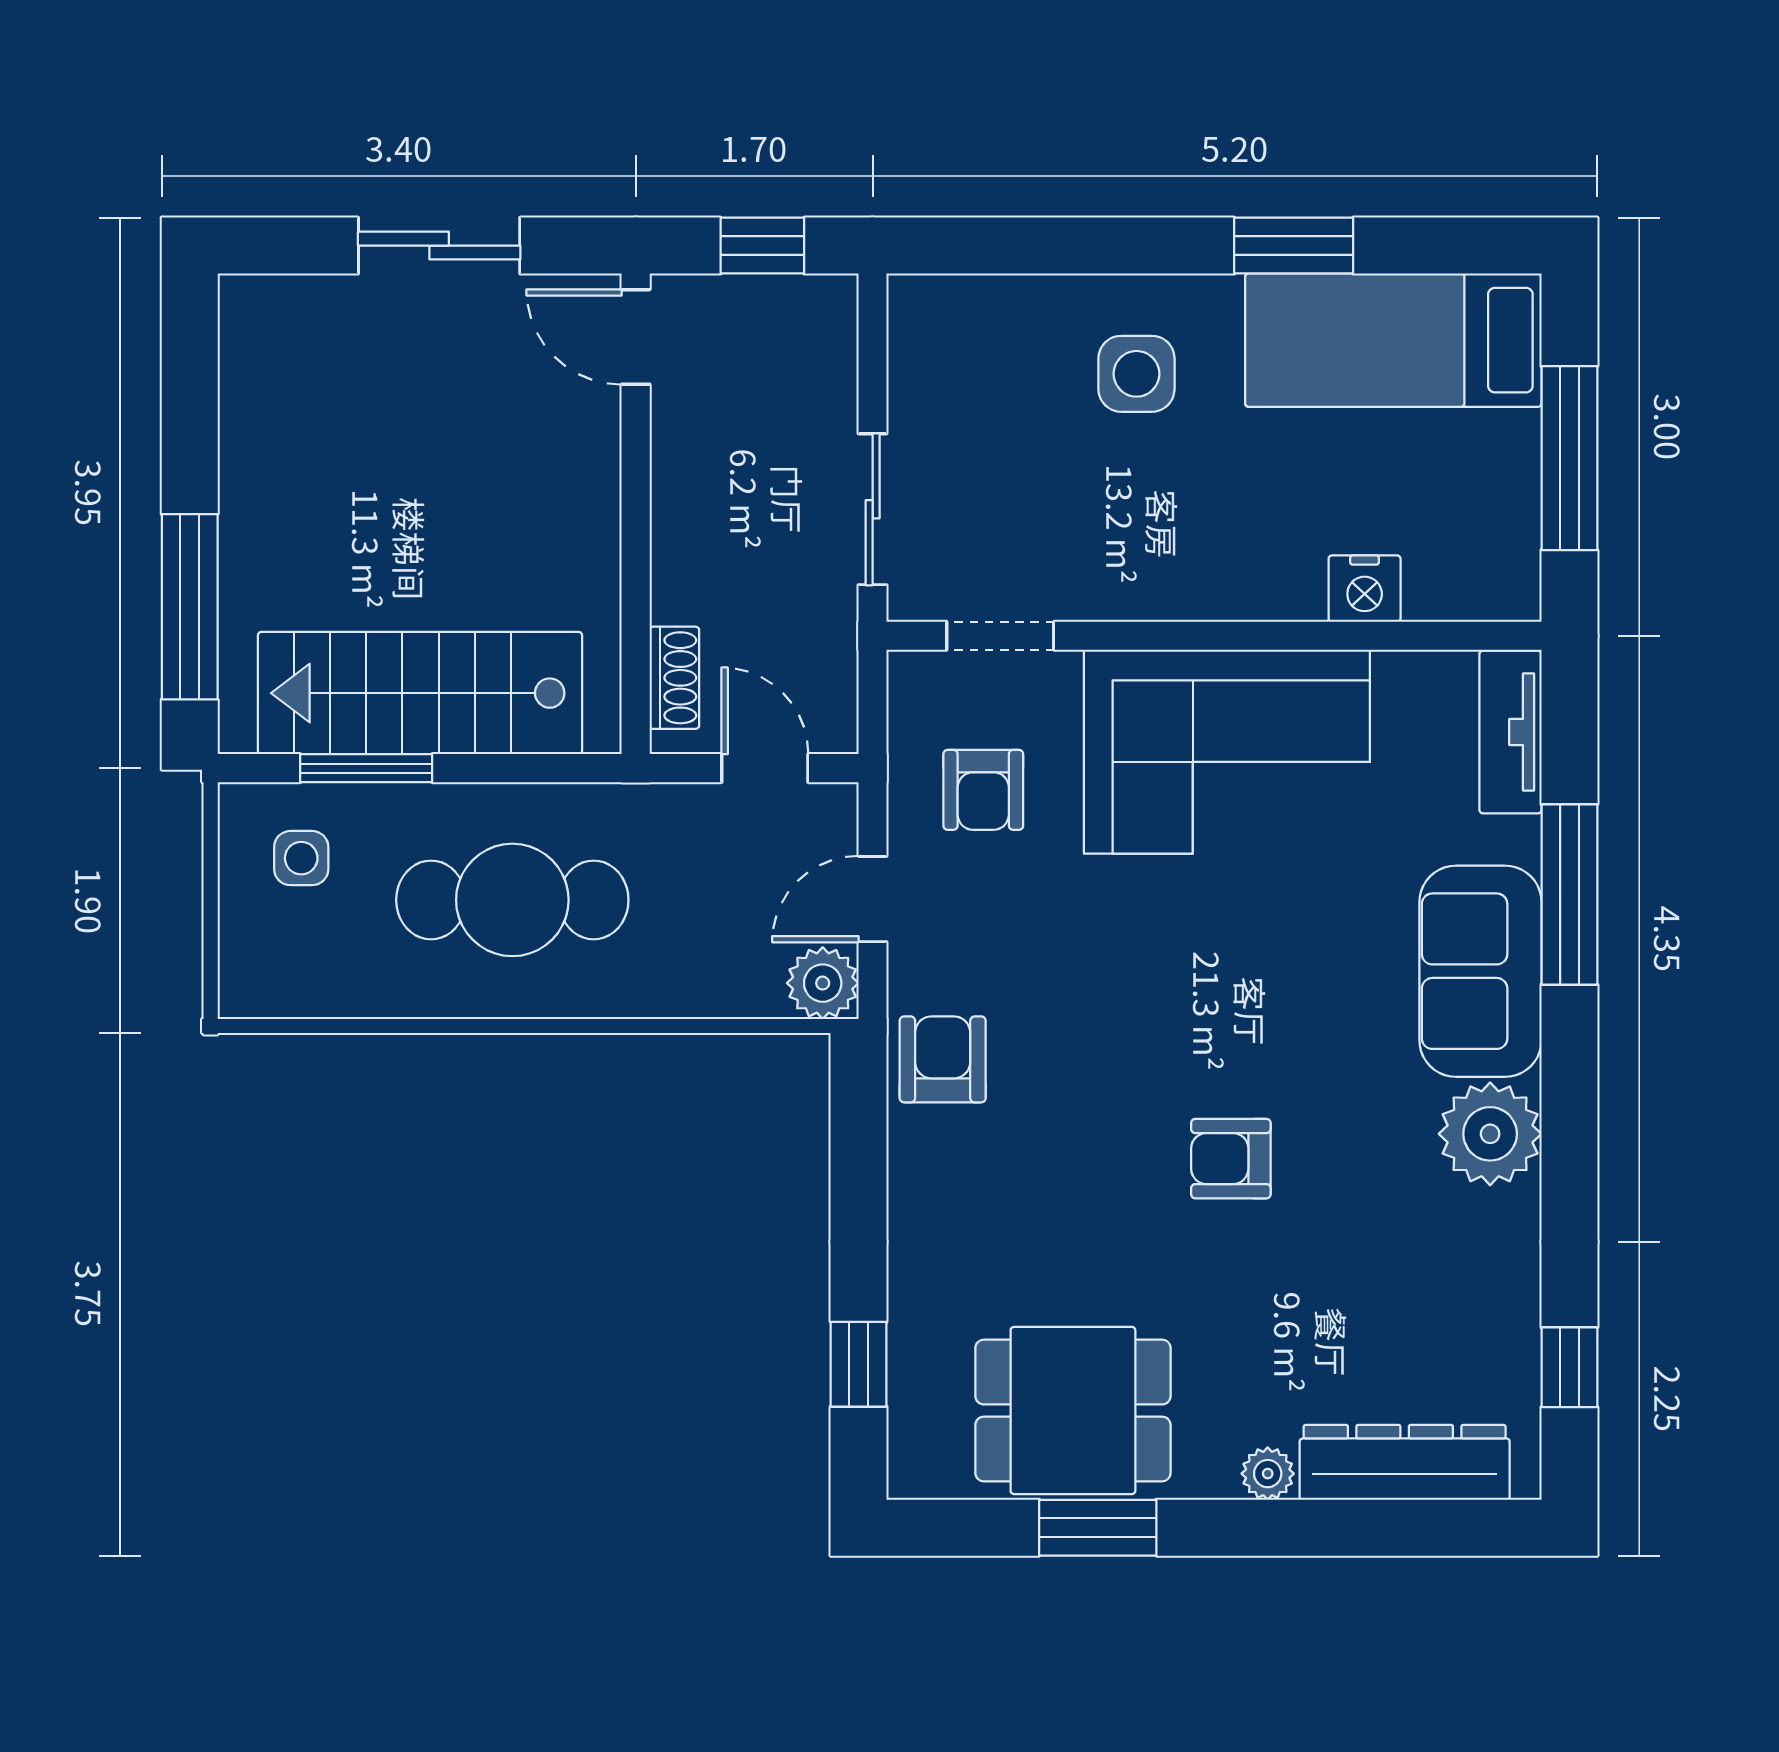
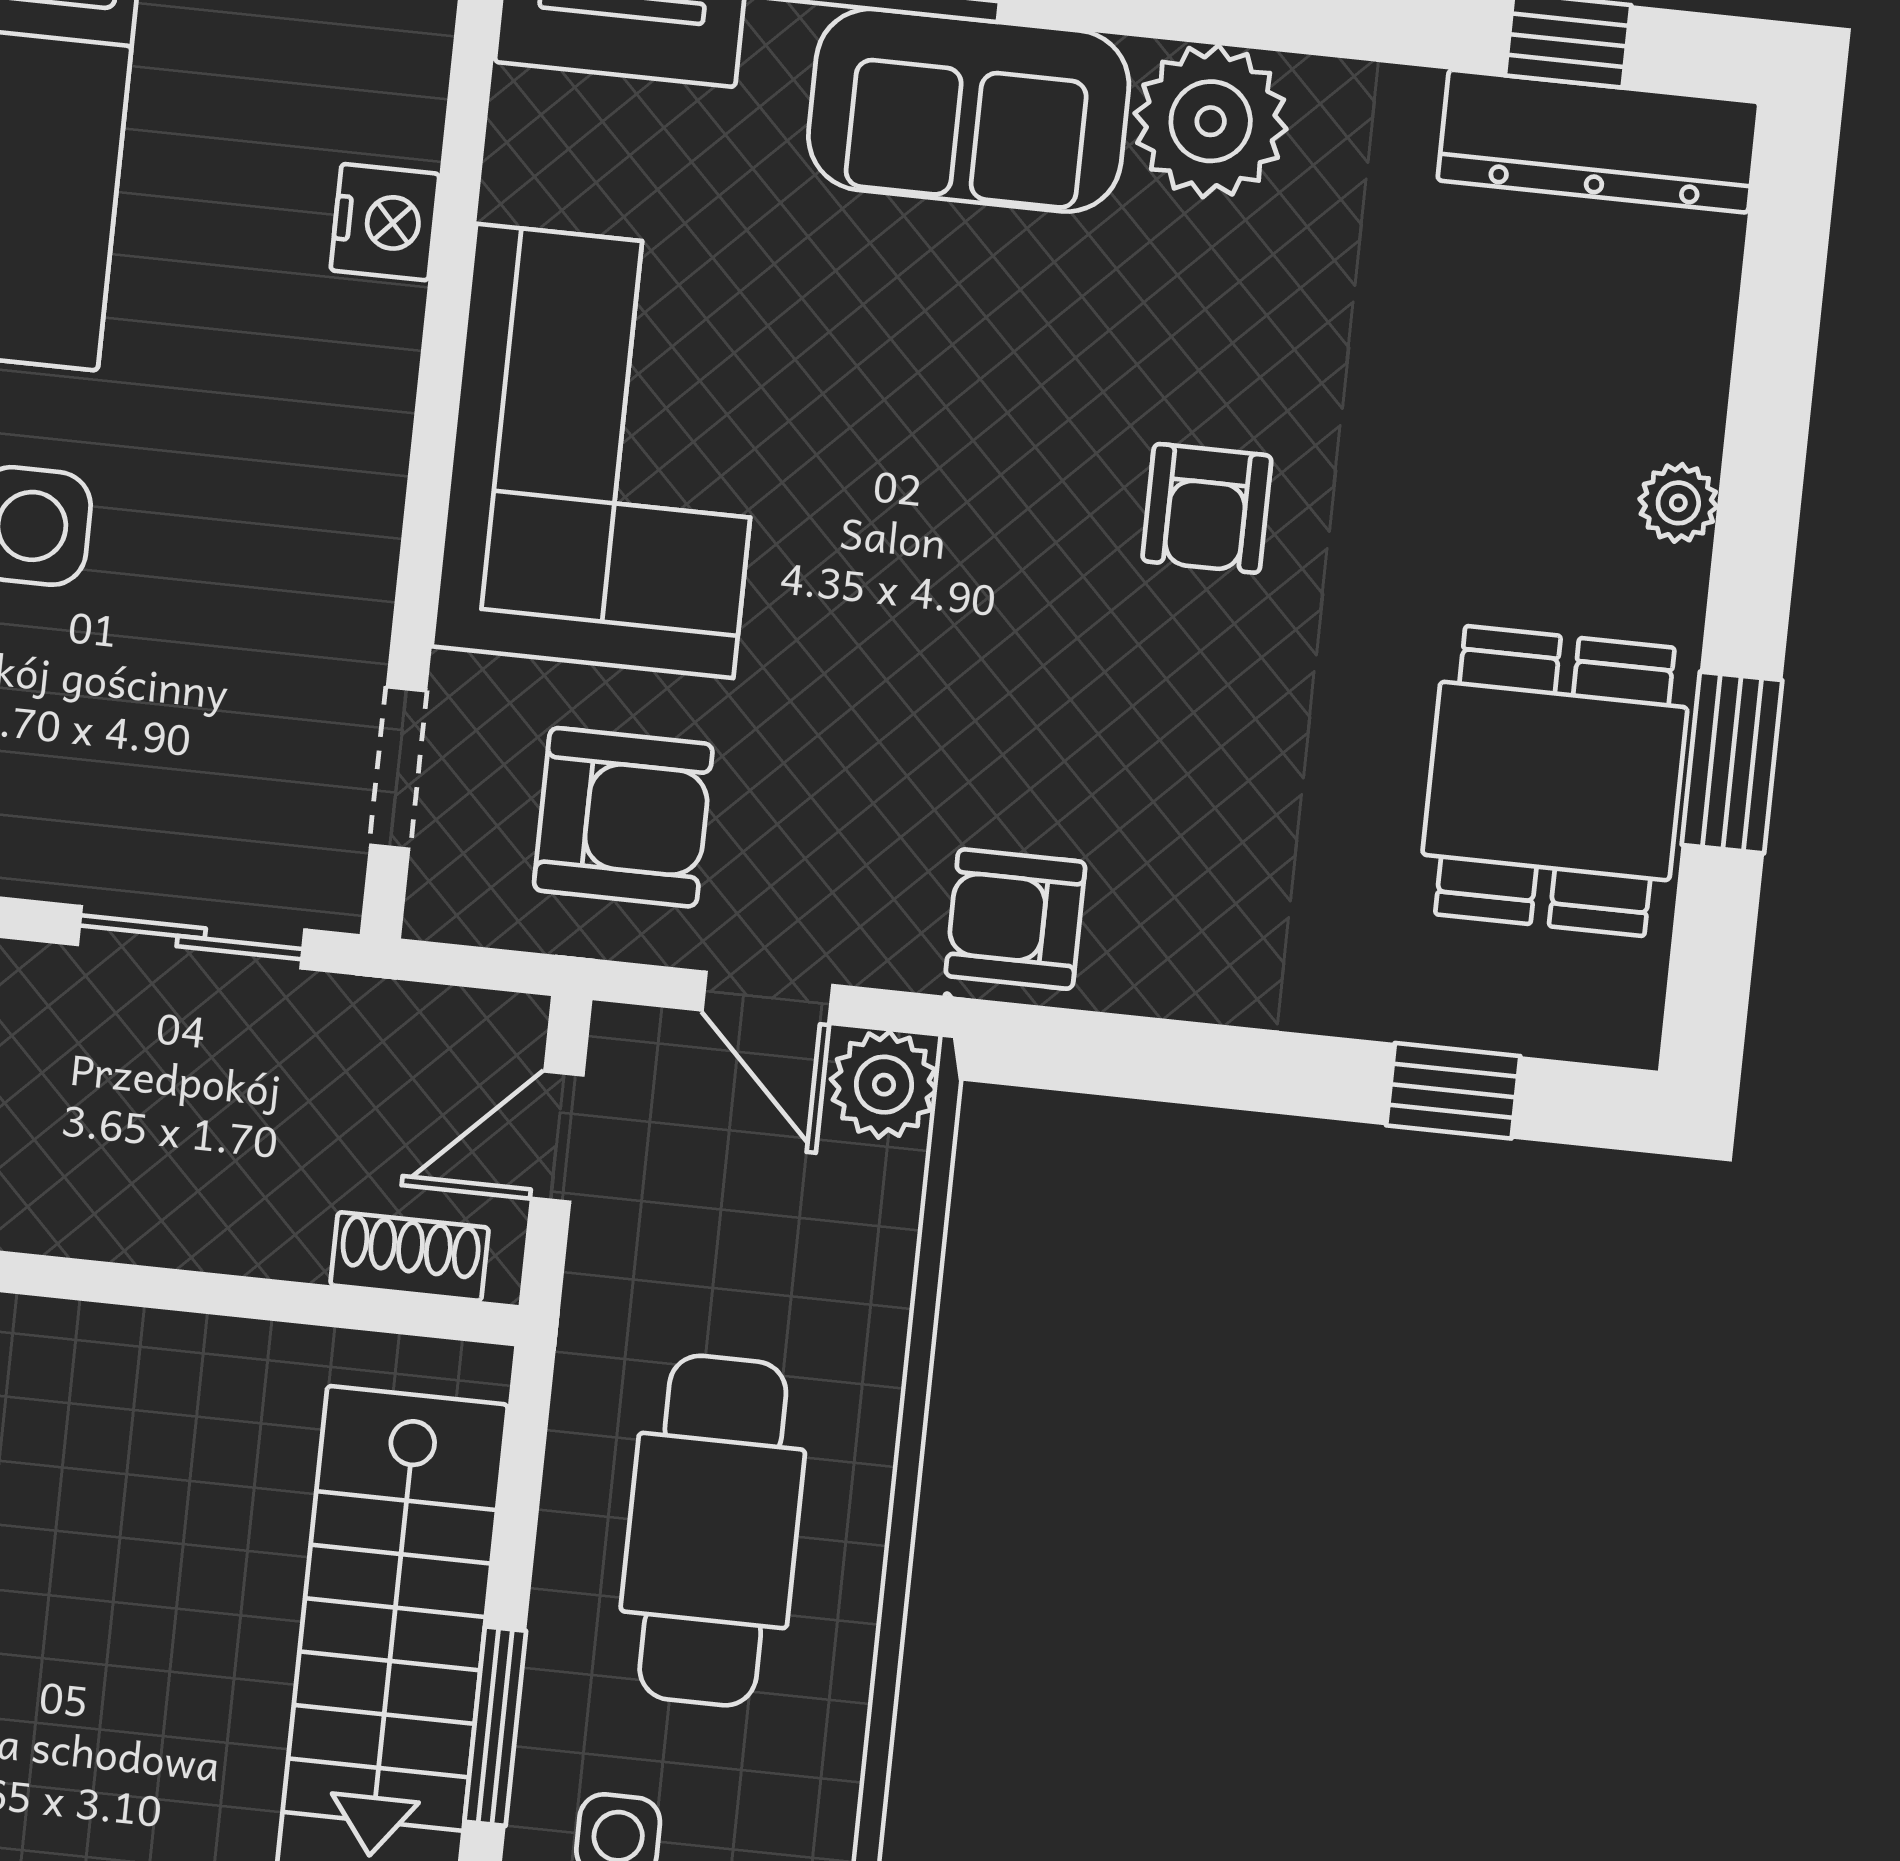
armchair: (983, 790) -> (623, 817), width x1.38, depth x1.38
dresser: (1405, 1462) -> (1599, 141), moved, turned -90

